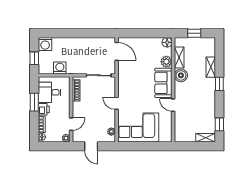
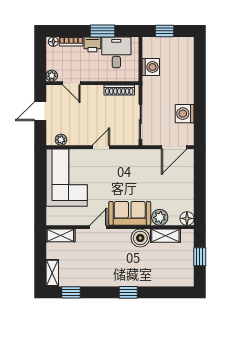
washing machine: (45, 44) -> (185, 114), moved
shelving: (211, 67) -> (60, 235), moved

